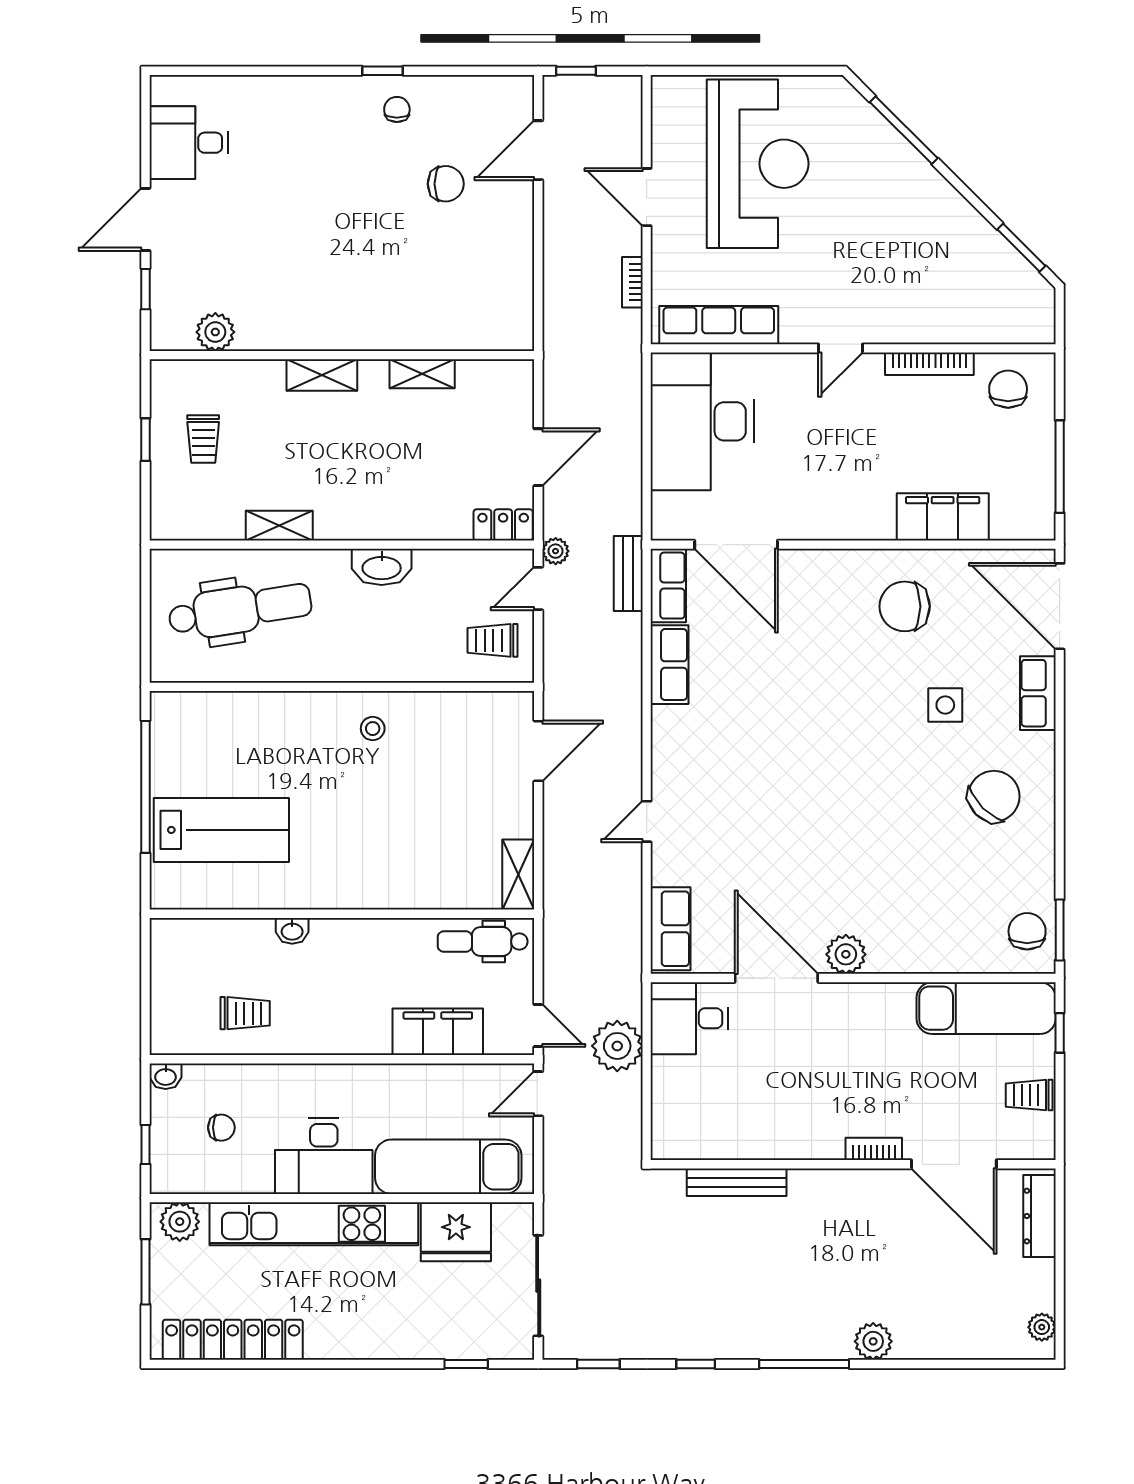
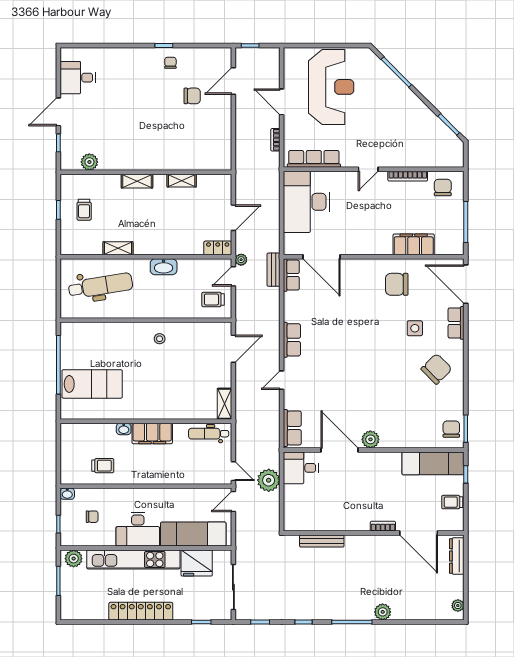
row of seats: (670, 665) -> (292, 340), moved
filing cabinet: (438, 1032) -> (152, 434), moved, turned 180
locker: (233, 1340) -> (141, 611), moved

